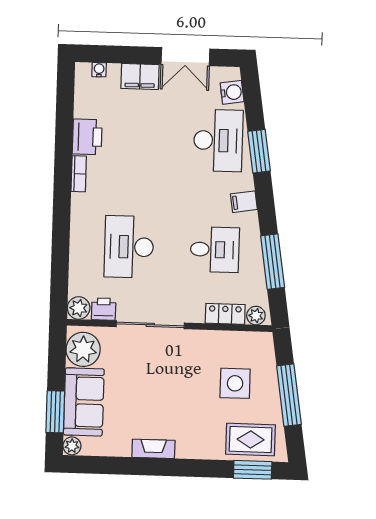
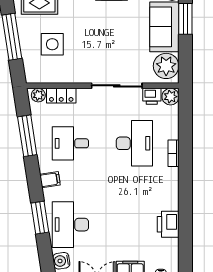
bookcase: (79, 174) -> (174, 153), moved

